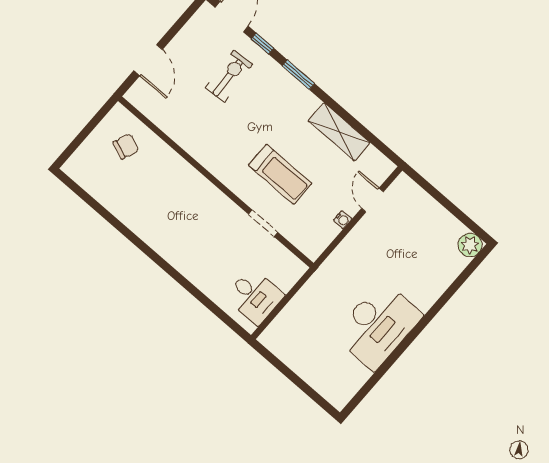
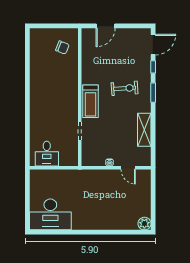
exercise bike: (229, 76) -> (125, 88), moved
treadmill: (280, 174) -> (90, 101), moved
door: (373, 200) -> (128, 168), swing flipped
desk: (378, 325) -> (50, 214), moved

